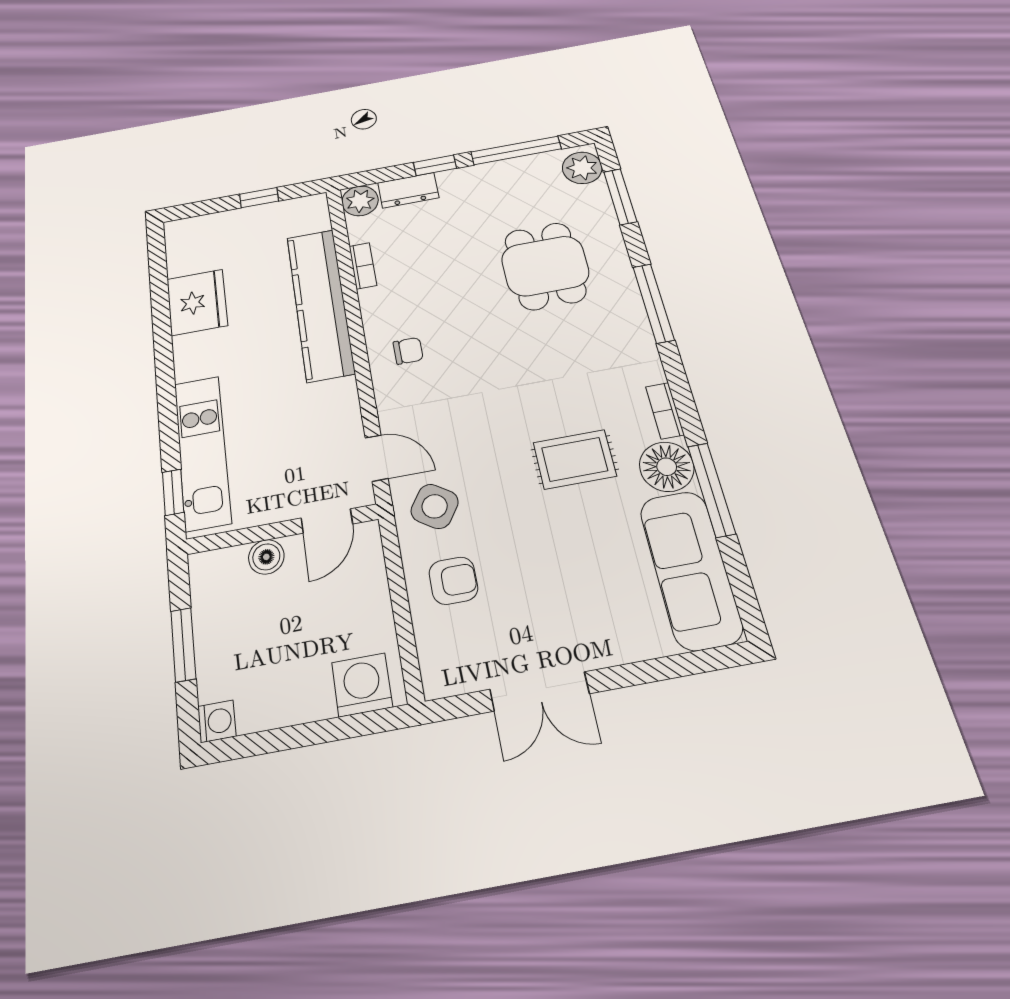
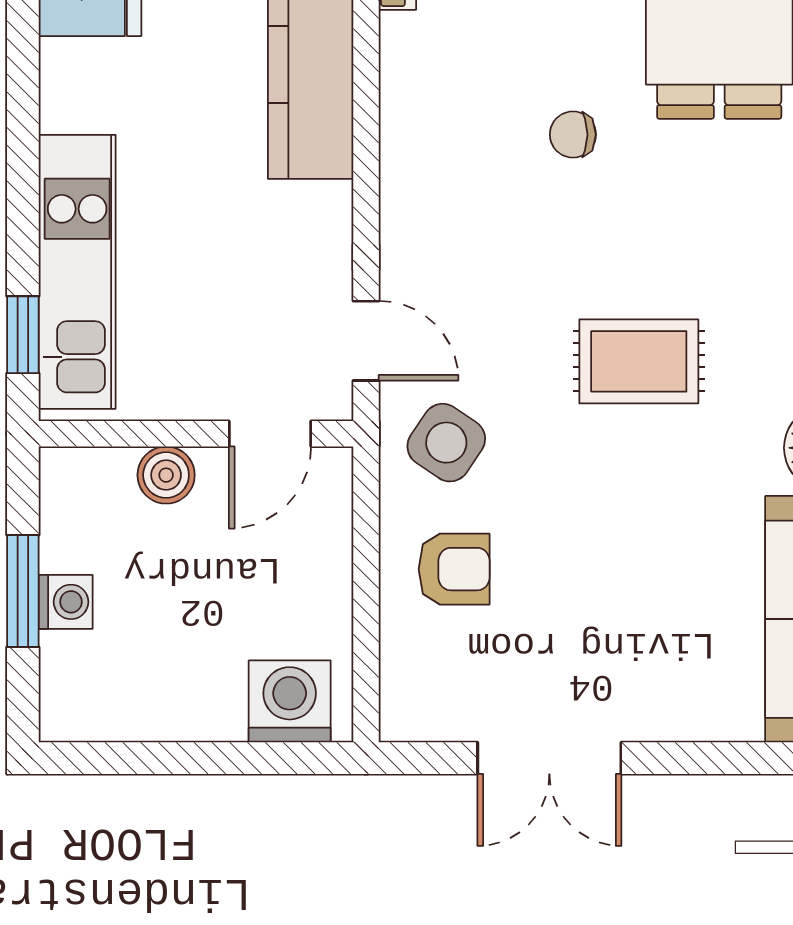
chair: (408, 351) -> (573, 135), moved, turned 180
rug: (575, 459) -> (639, 361), moved
washing machine: (217, 721) -> (66, 602), moved

